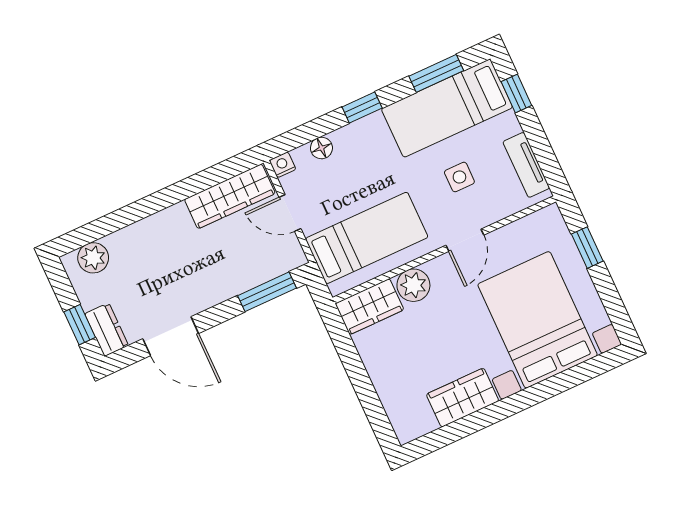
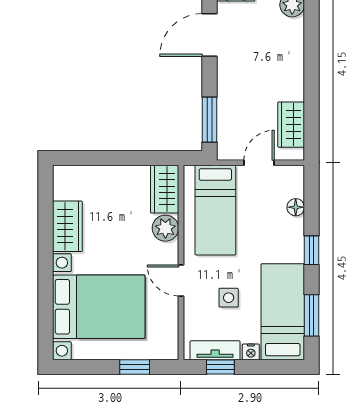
window: (516, 93) -> (220, 367), moved
nightstand: (283, 165) -> (251, 352), moved, turned 90
wardrobe: (230, 196) -> (291, 125), width x0.67

